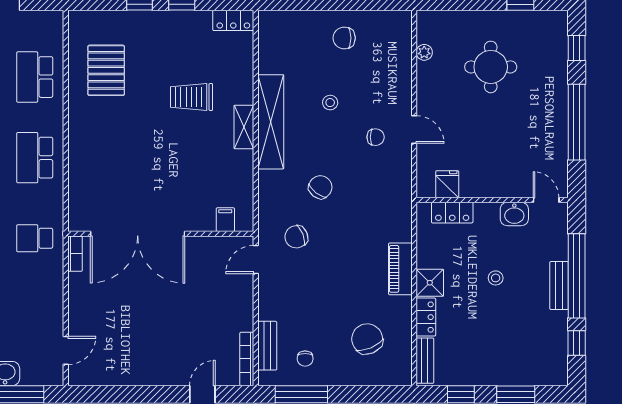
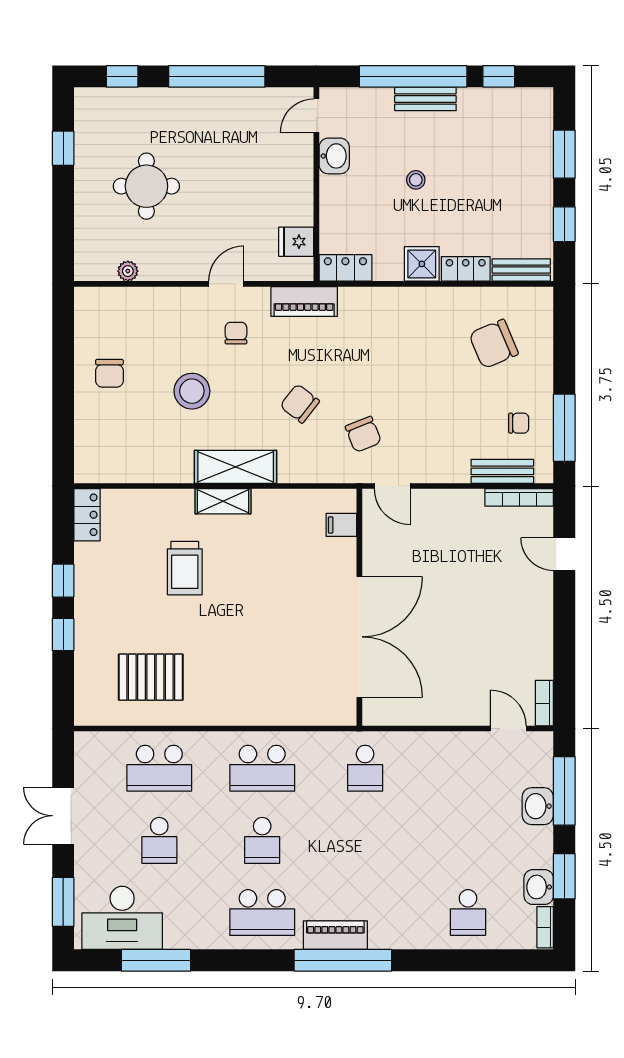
stool: (330, 103) -> (192, 391), width x1.89, depth x1.89
shelving: (271, 122) -> (236, 467), width x0.68
locker: (452, 213) -> (345, 268), moved, turned -90
bookcase: (75, 254) -> (544, 703), moved, turned -90
piano: (400, 269) -> (304, 301), moved

